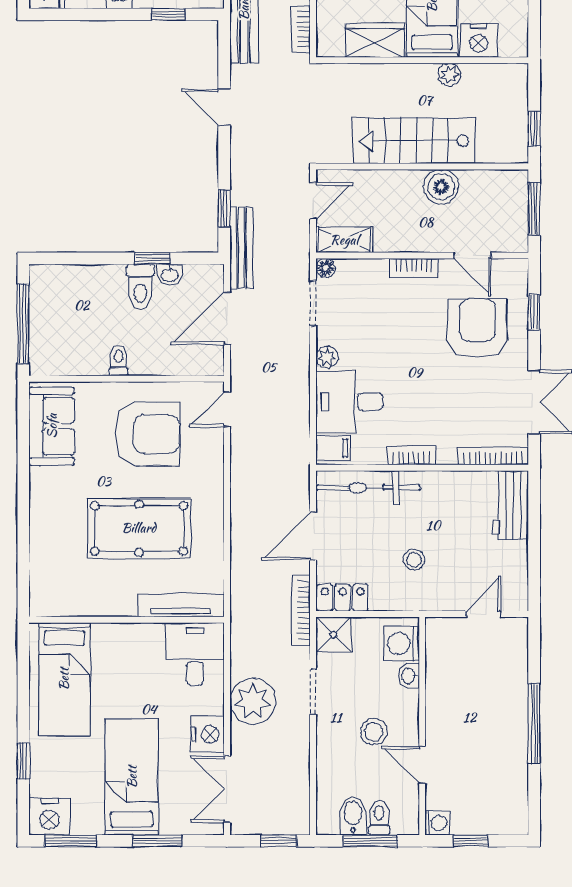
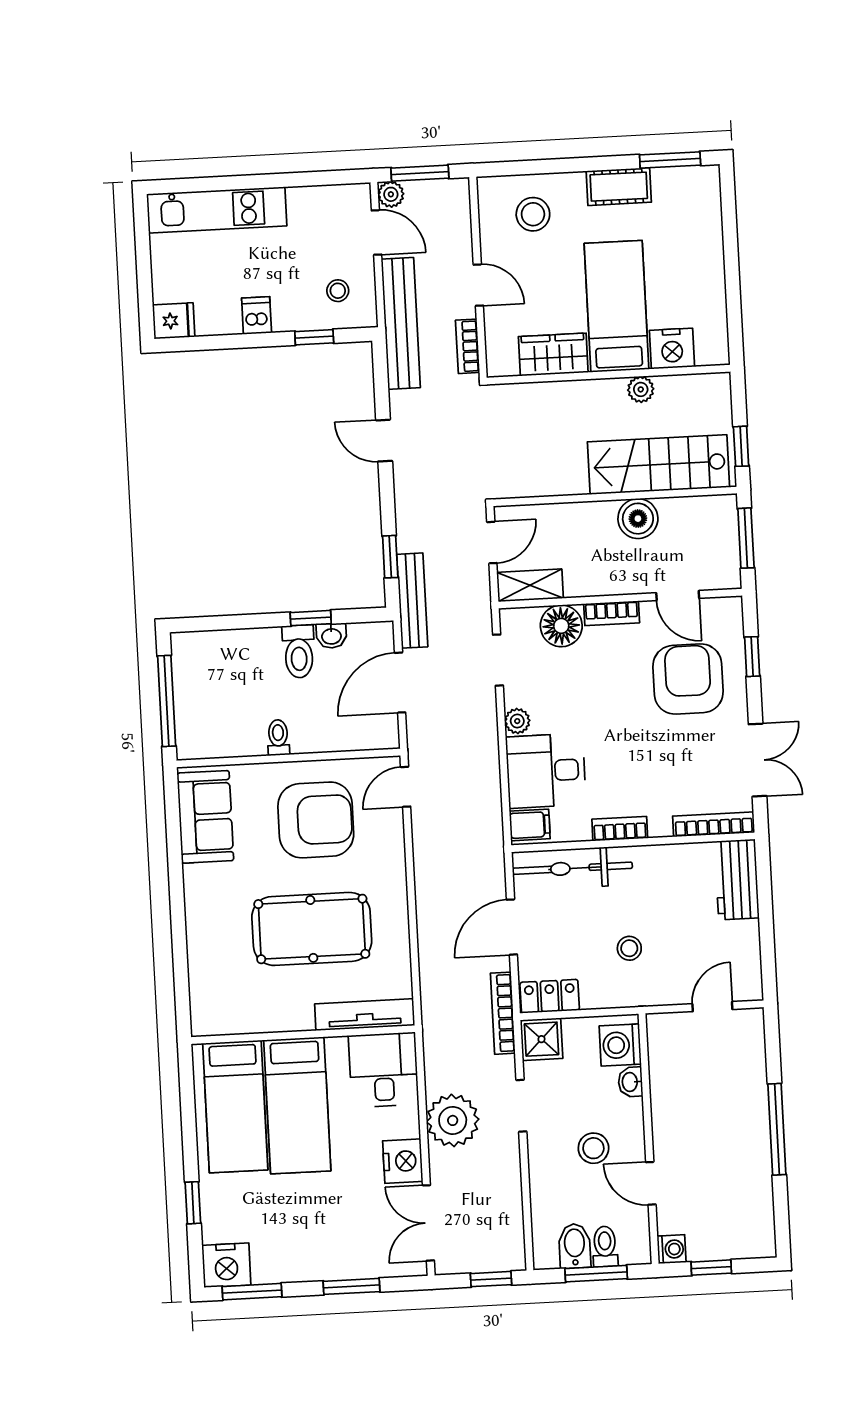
stairs: (414, 141) -> (658, 465), moved
floor lamp: (326, 268) -> (561, 626), moved, width x1.89, depth x1.89
bed: (132, 777) -> (297, 1105), moved, turned 180

